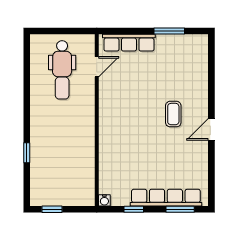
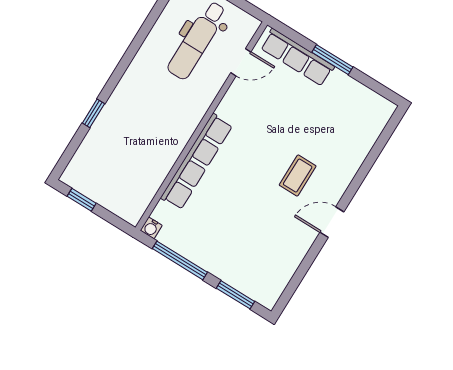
window: (169, 31) -> (332, 60), moved
row of seats: (166, 198) -> (197, 162), moved, turned 90
window: (134, 209) -> (180, 260), width x2.17

